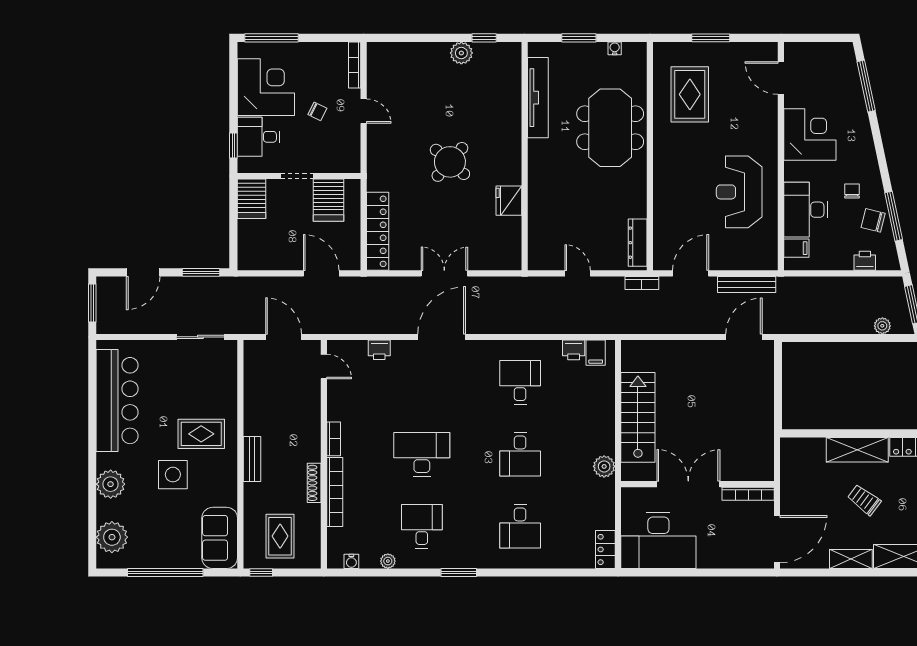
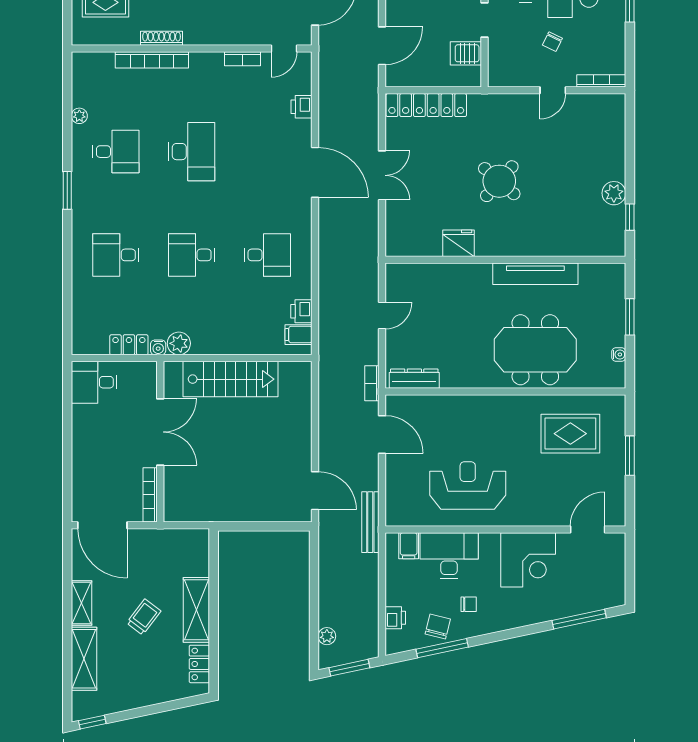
tv unit: (538, 98) -> (535, 274), moved
server rack: (328, 200) -> (466, 53), width x0.73, depth x0.70
bench: (747, 284) -> (370, 522), moved
bookcase: (334, 439) -> (242, 59), moved
desk: (658, 540) -> (94, 382), width x0.53, depth x0.77
locker: (605, 549) -> (129, 345), moved
water cooler: (351, 561) -> (158, 347), moved, turned -90

